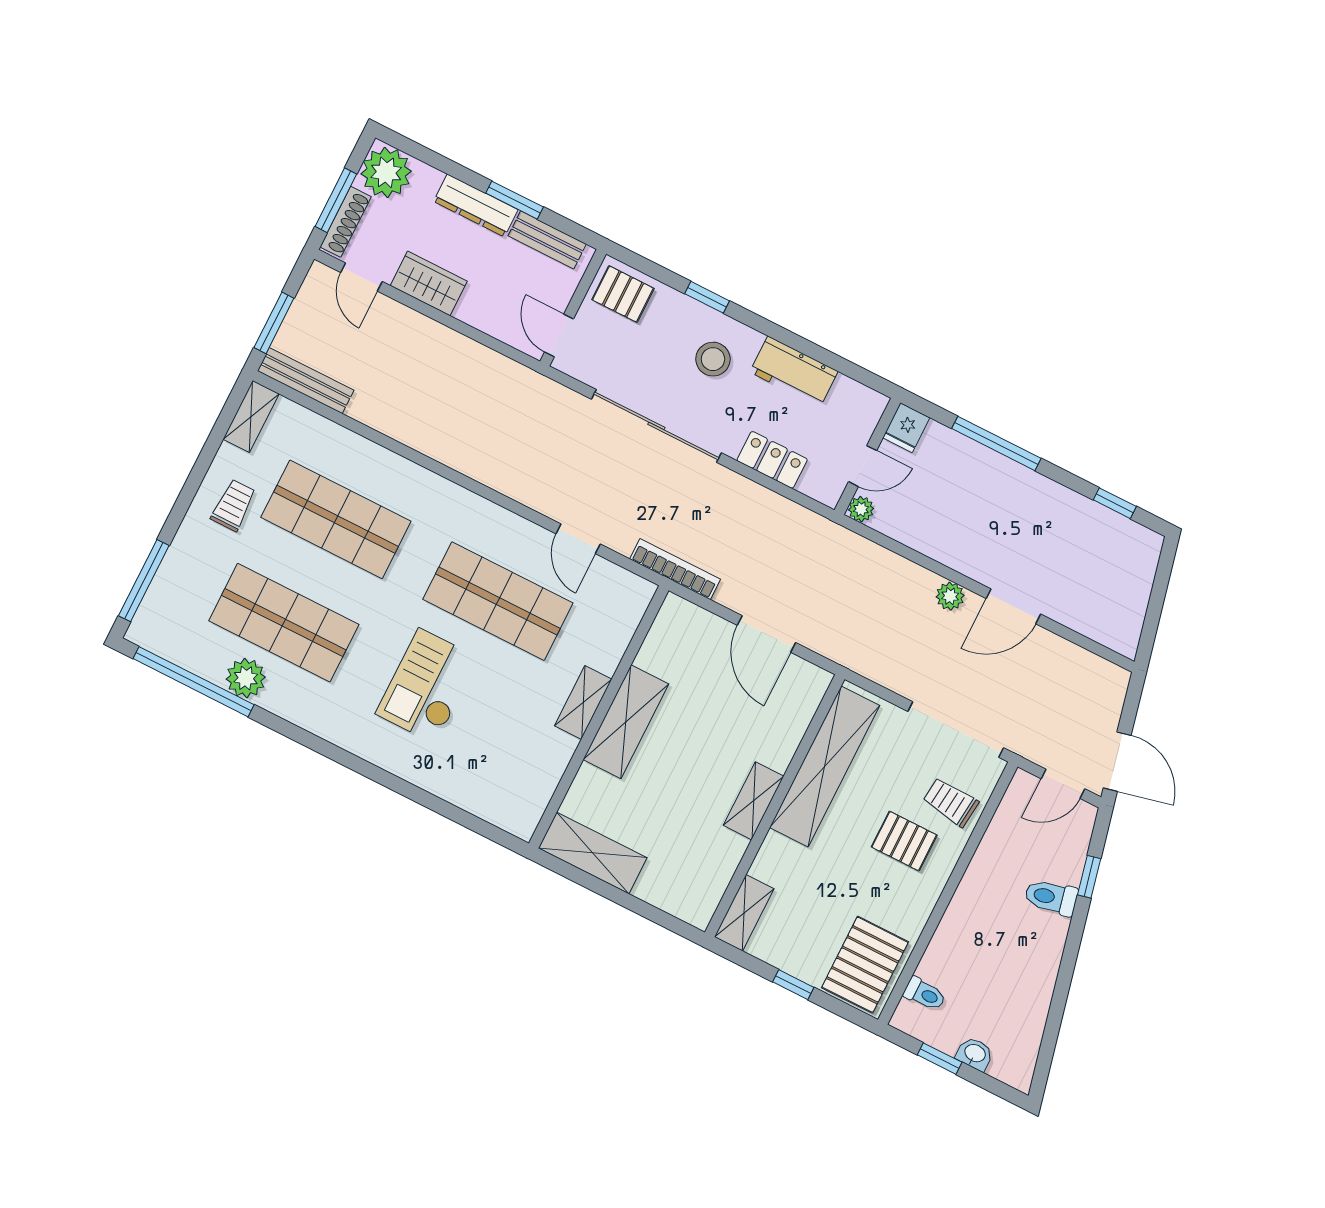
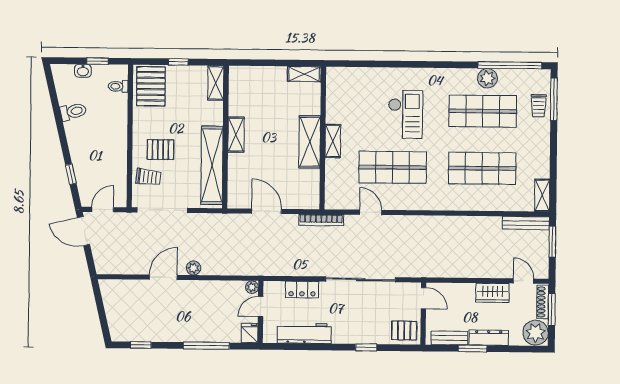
stool: (713, 359) -> (350, 321), removed
workbench: (794, 372) -> (304, 333), width x1.38
trolley: (233, 505) -> (539, 106), moved
shelving: (593, 853) -> (304, 74), width x0.67, depth x0.75
toilet: (1051, 897) -> (73, 112), moved

